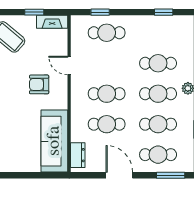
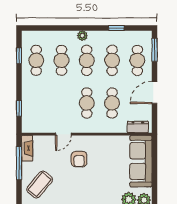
window: (34, 12) -> (19, 163), width x2.17
cafe table: (107, 33) -> (36, 60), moved
sofa: (54, 141) -> (141, 161), moved, turned 90

